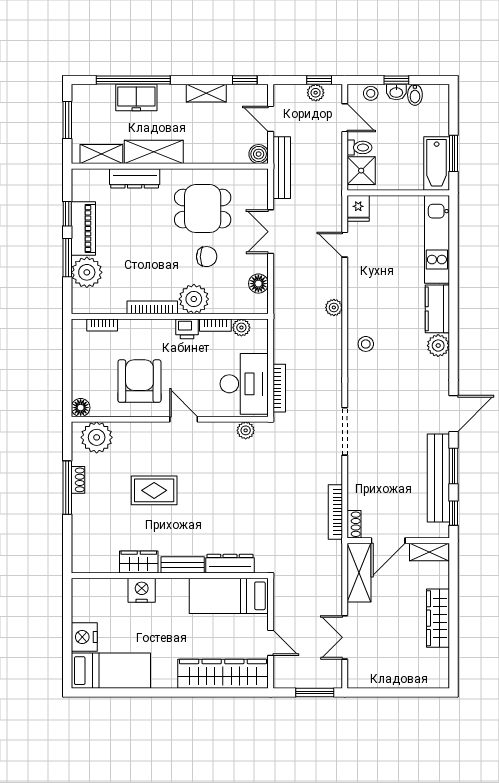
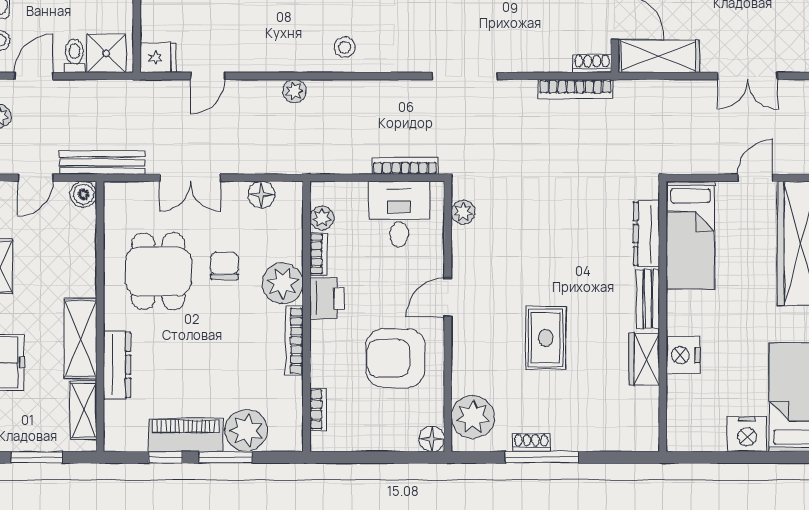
printer: (187, 329) -> (327, 298), width x1.36, depth x1.24
desk: (244, 384) -> (399, 214), width x0.73

